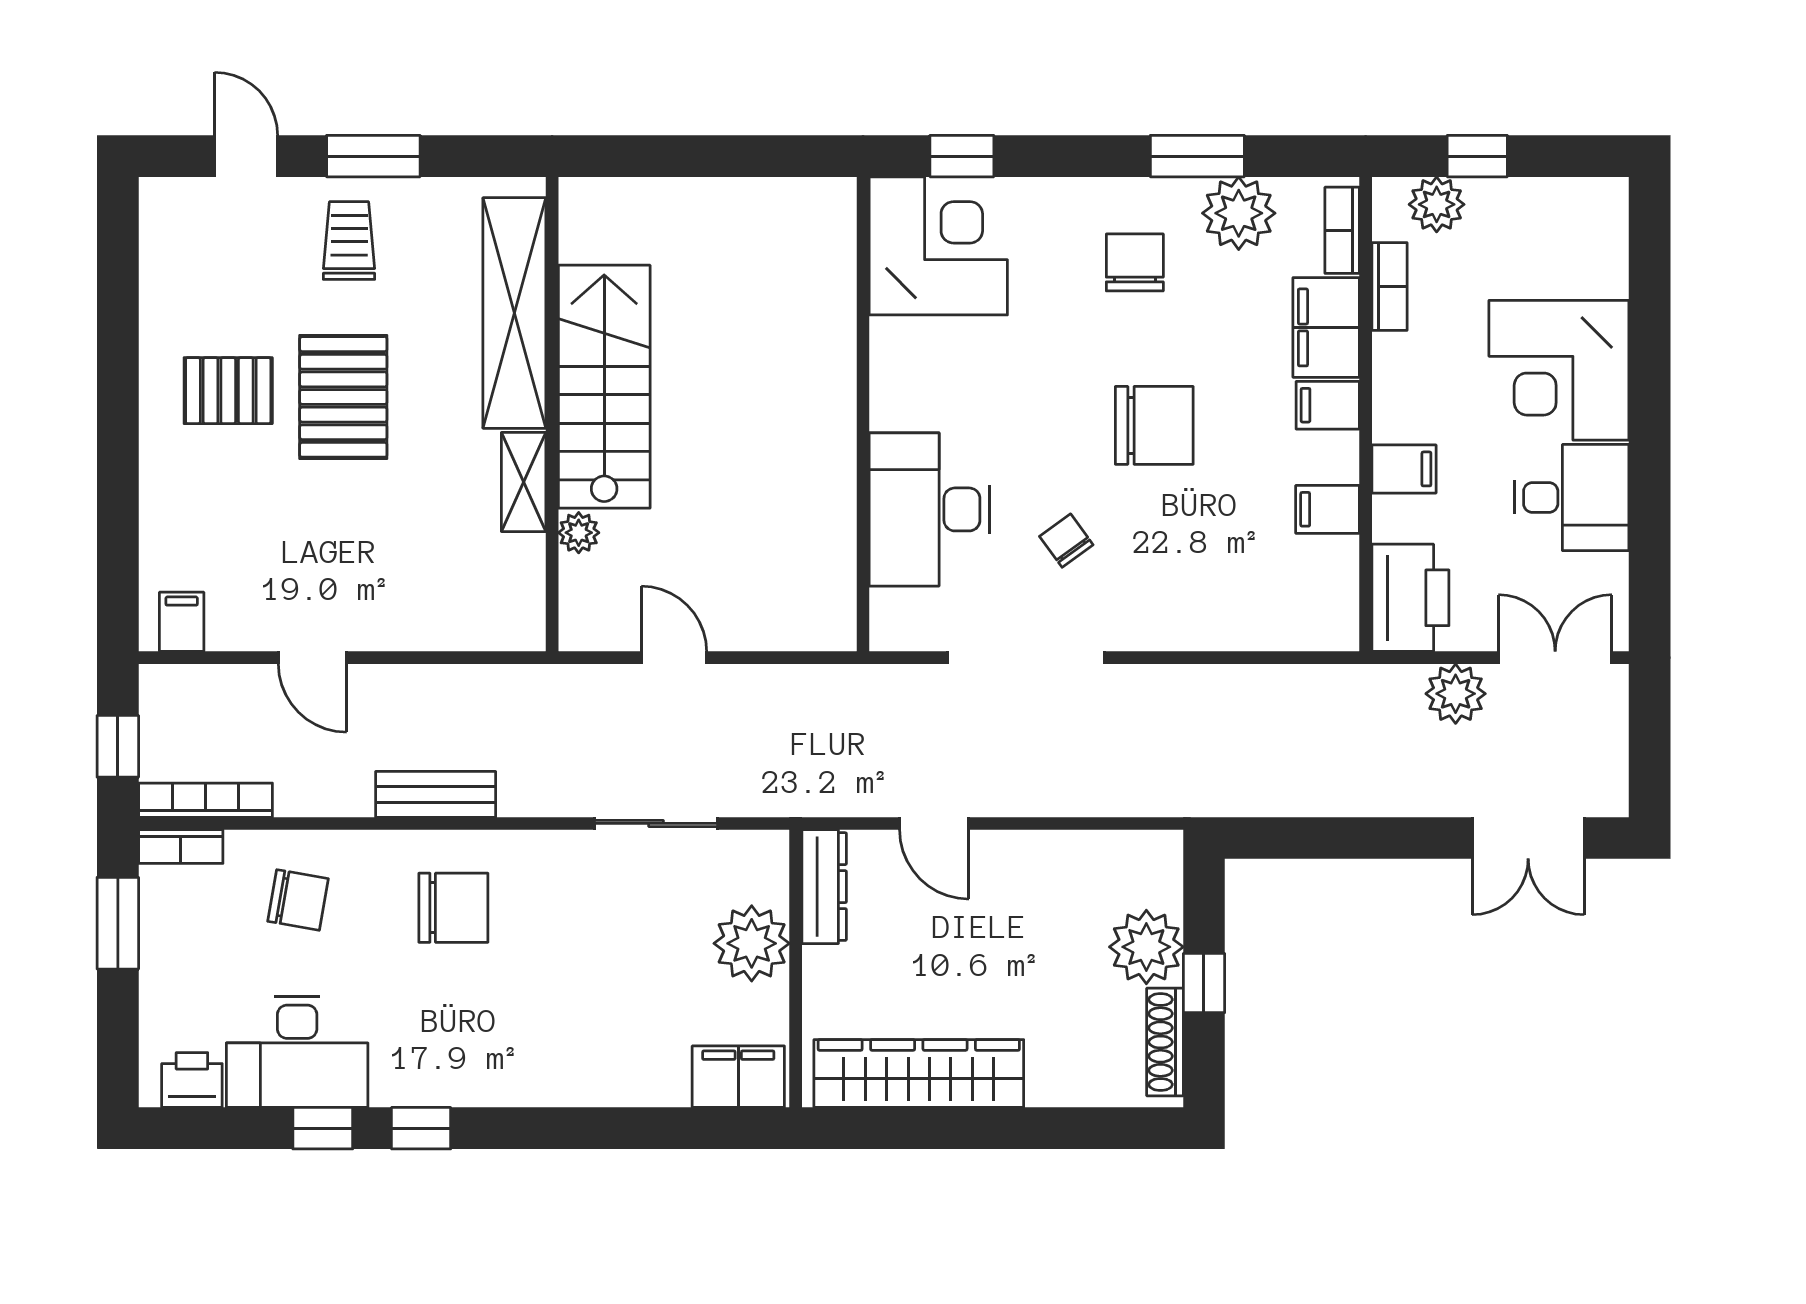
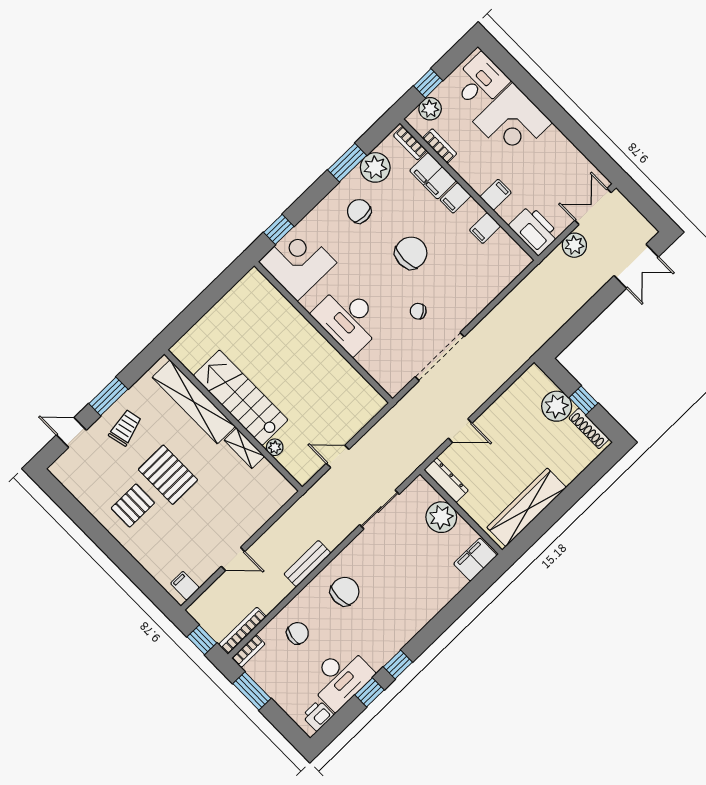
trolley: (349, 241) -> (125, 428), turned 77
desk: (1572, 497) -> (480, 82), moved
desk: (929, 509) -> (348, 319), moved

